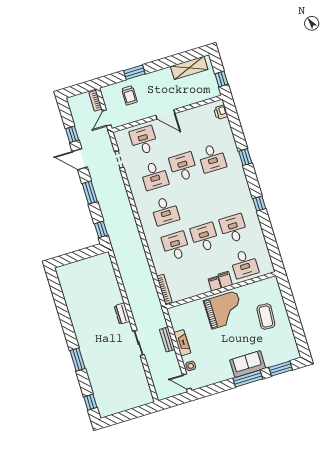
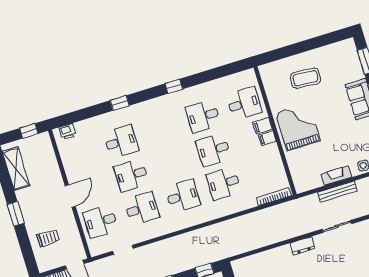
window: (134, 72) -> (16, 214), moved
bench: (167, 339) -> (337, 192), width x1.36

